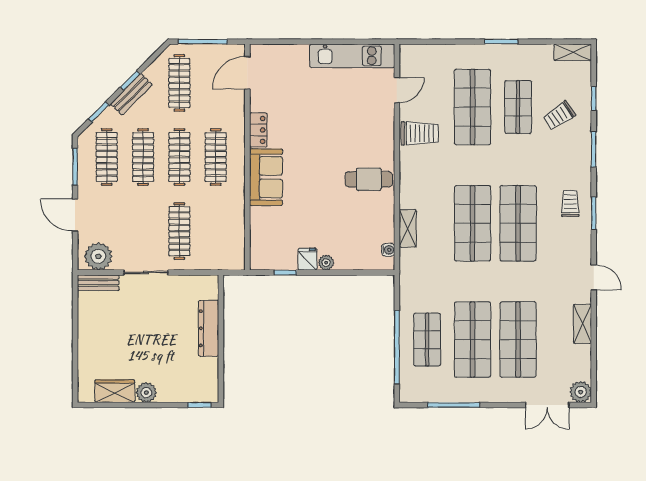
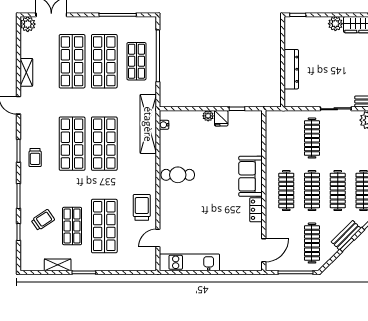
shelving: (573, 52) -> (58, 265), moved
trolley: (420, 133) -> (142, 207), turned 90
shelving: (408, 228) -> (148, 124), width x2.20, depth x1.33

